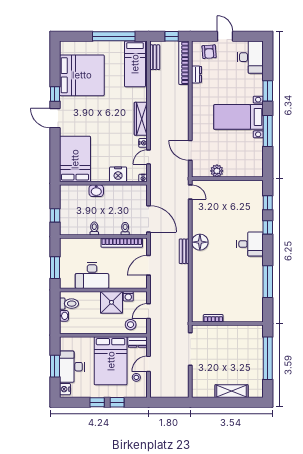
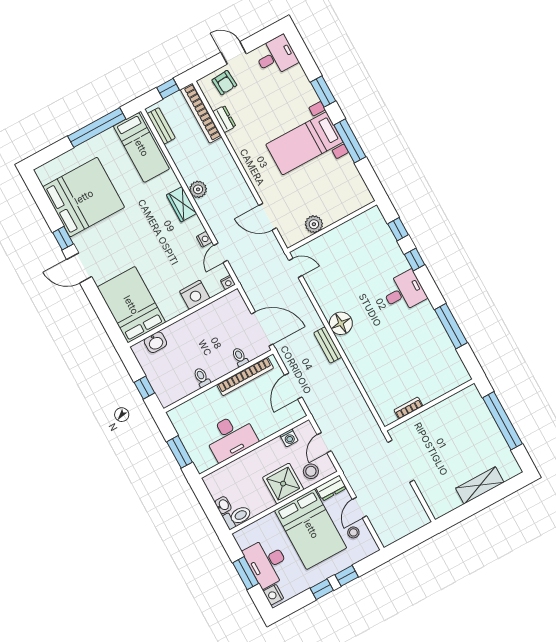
desk: (250, 57) -> (276, 56), width x0.73
plant: (156, 110) -> (198, 189), added
wardrobe: (141, 119) -> (182, 204), width x0.67
washbasin: (96, 191) -> (155, 342), moved
shower: (111, 302) -> (283, 484), moved
toilet: (69, 304) -> (237, 517), moved

